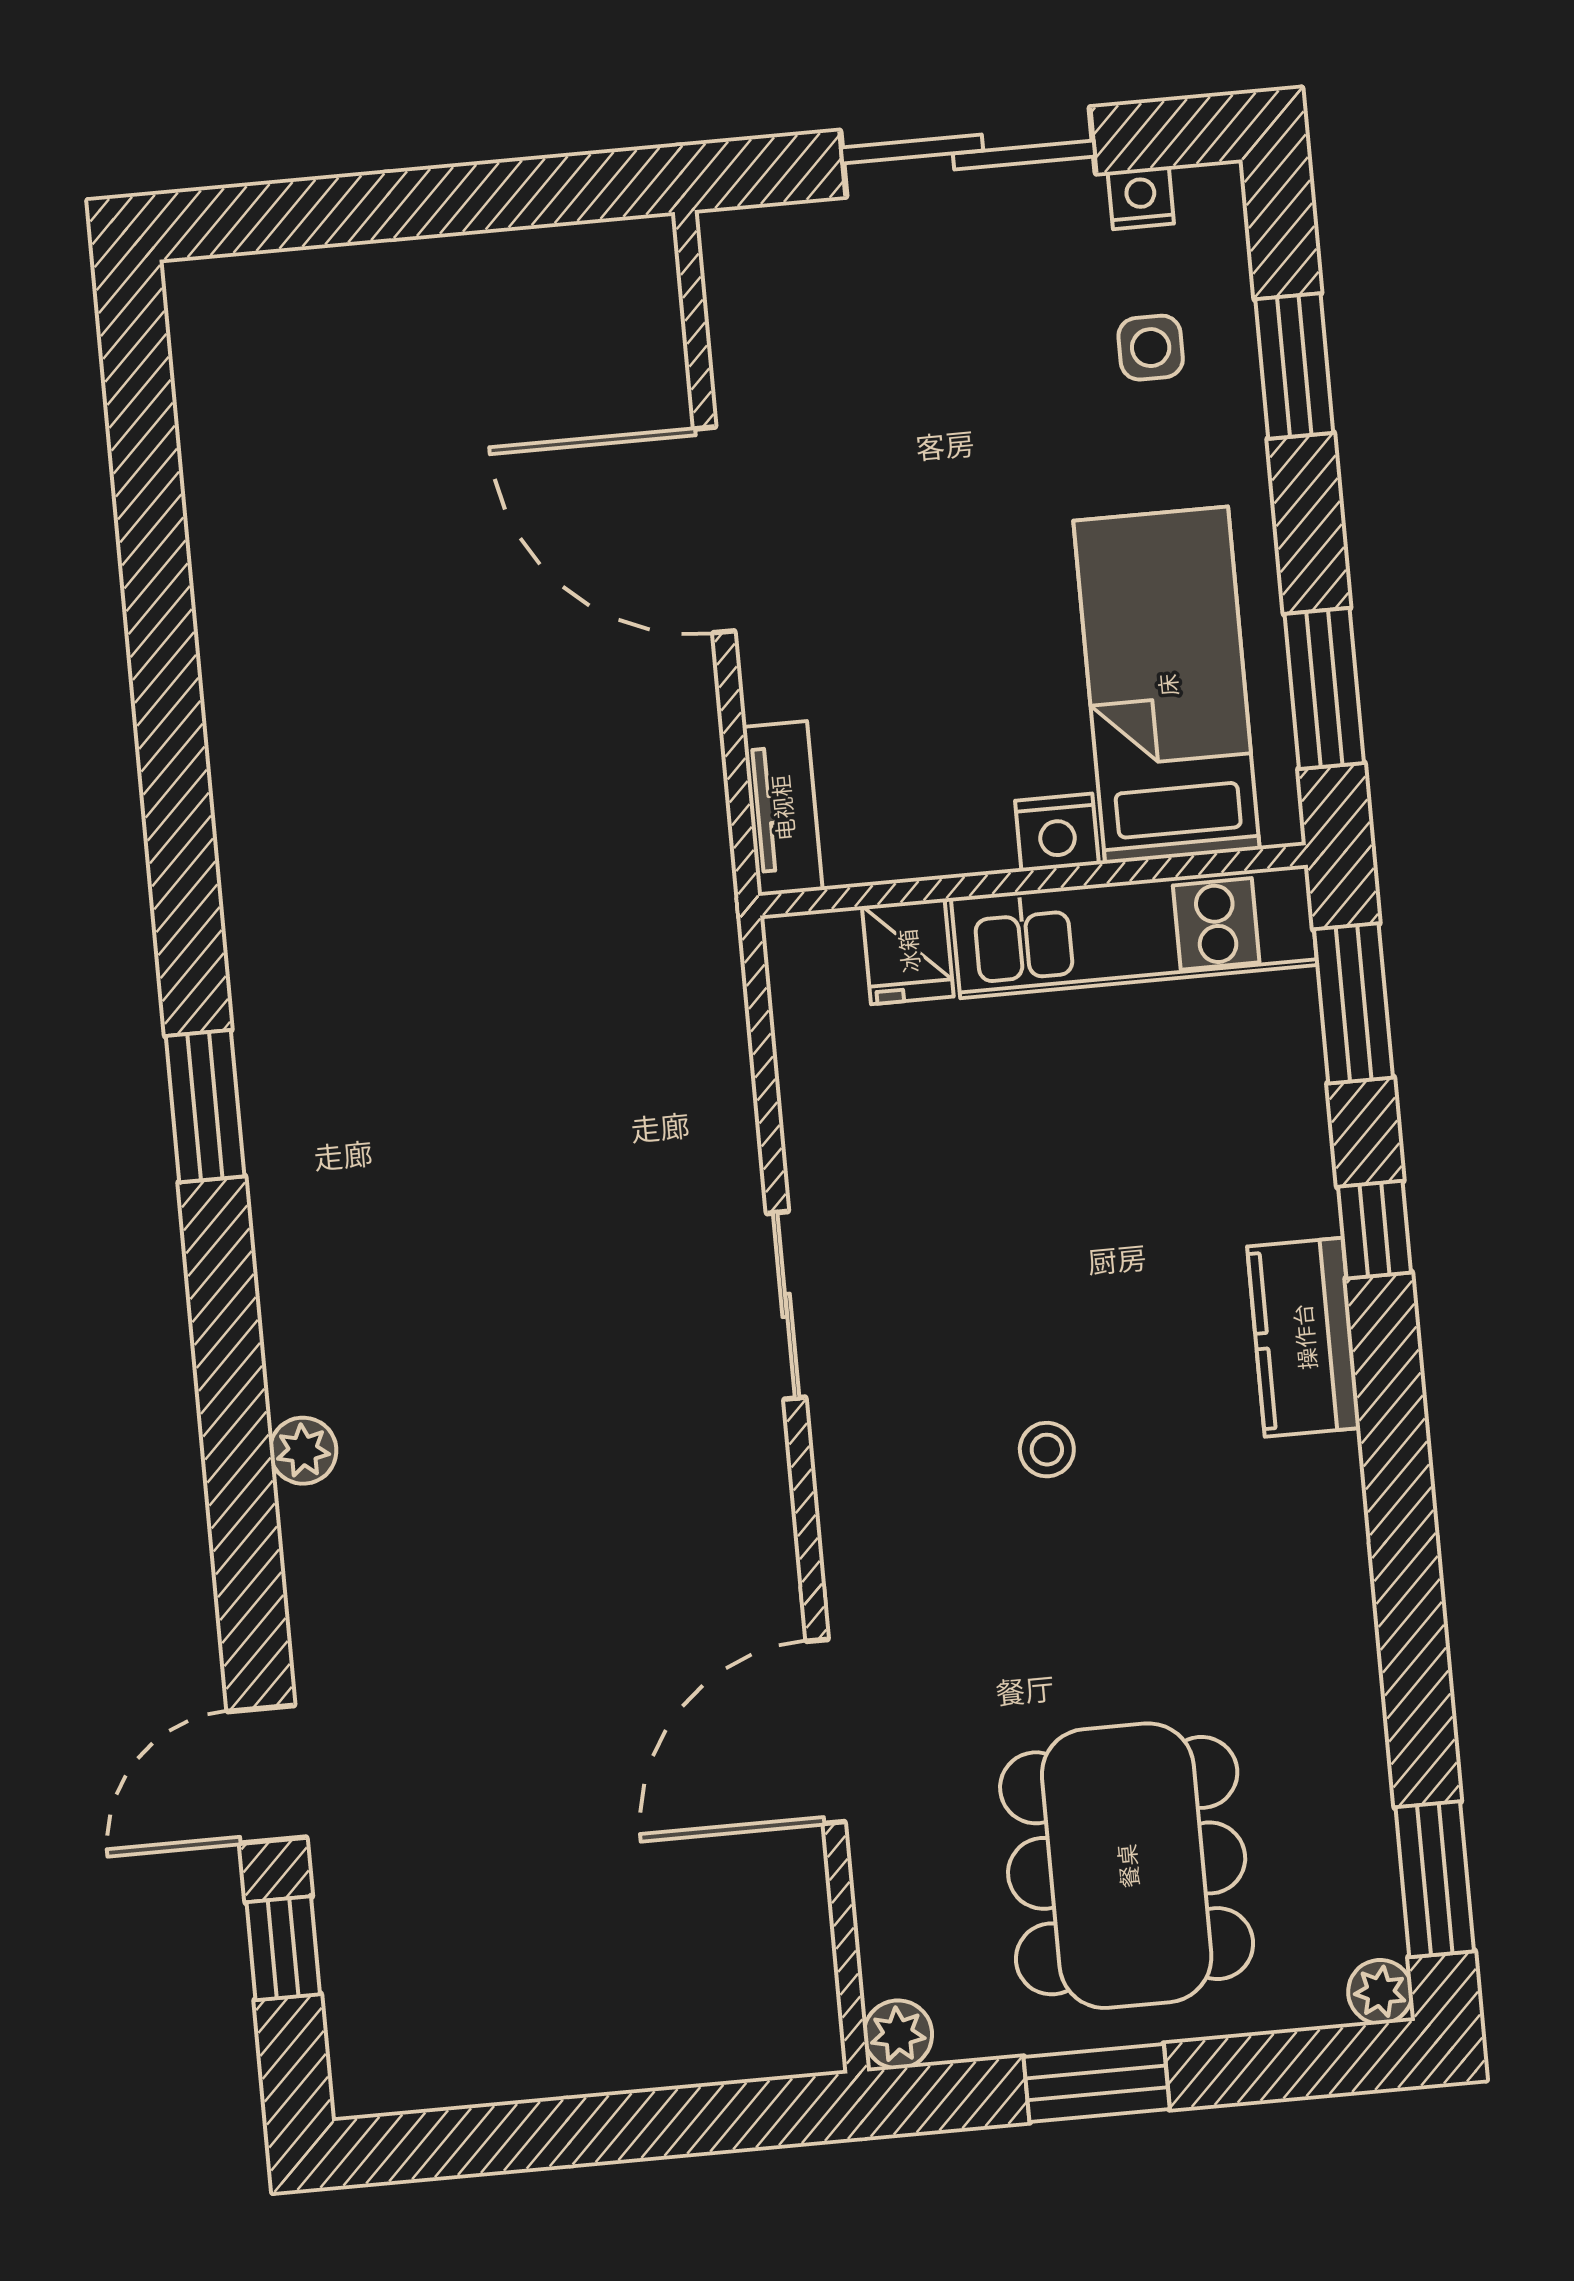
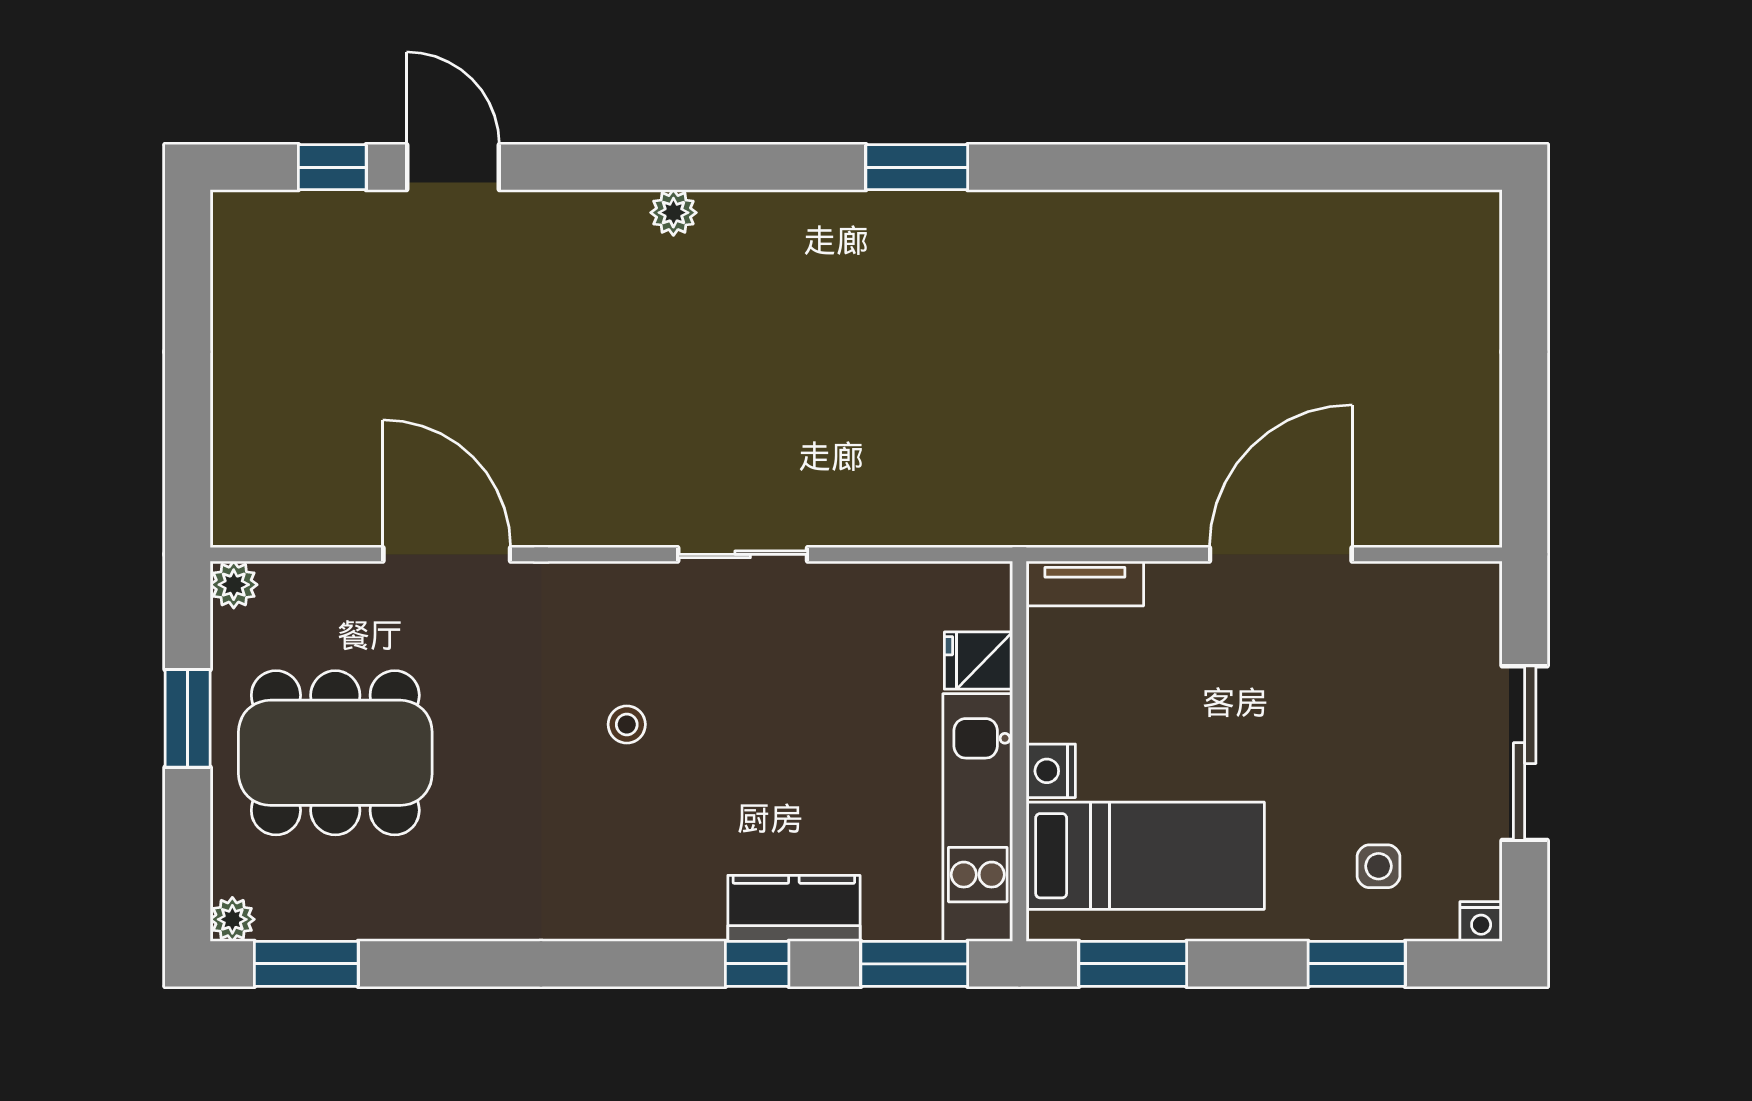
nightstand: (1141, 198) -> (1481, 922), moved, turned 90
kitchen counter: (1304, 1337) -> (794, 908), moved

